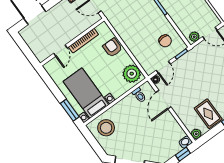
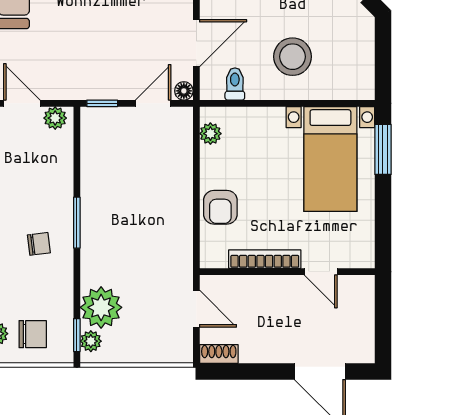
chair: (165, 41) -> (114, 149), removed
door: (60, 51) -> (321, 272), swing flipped
plant: (132, 74) -> (210, 134), width x0.53, depth x0.53
stool: (106, 128) -> (293, 57), moved

